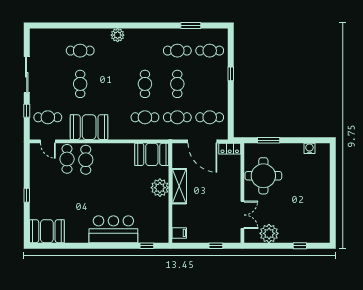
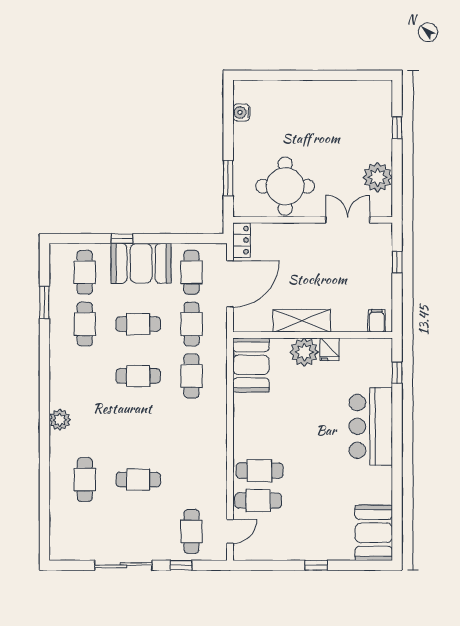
booth: (89, 127) -> (141, 263), moved, turned 90
fridge: (162, 204) -> (330, 349), added

